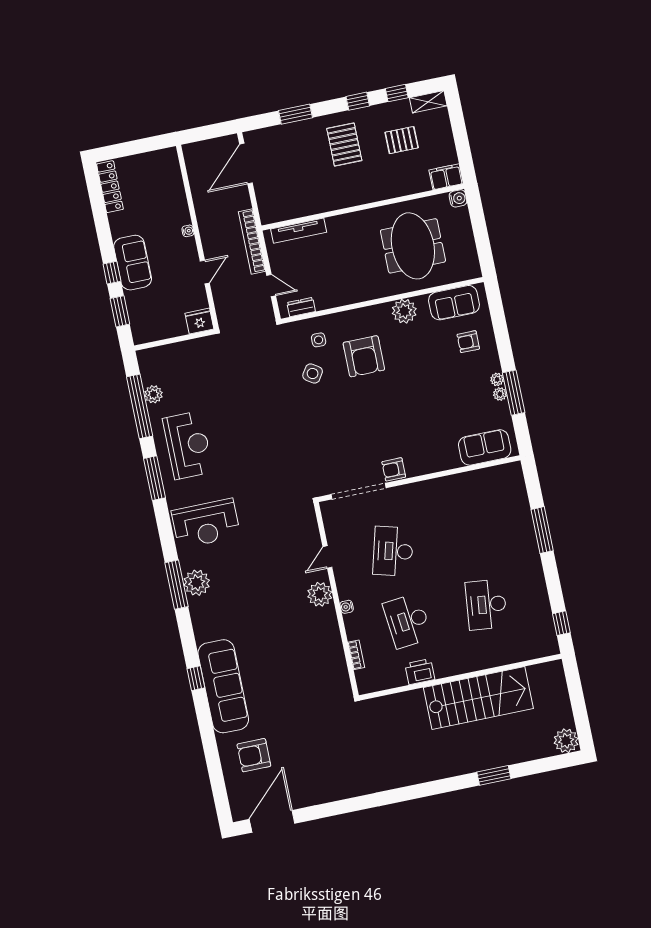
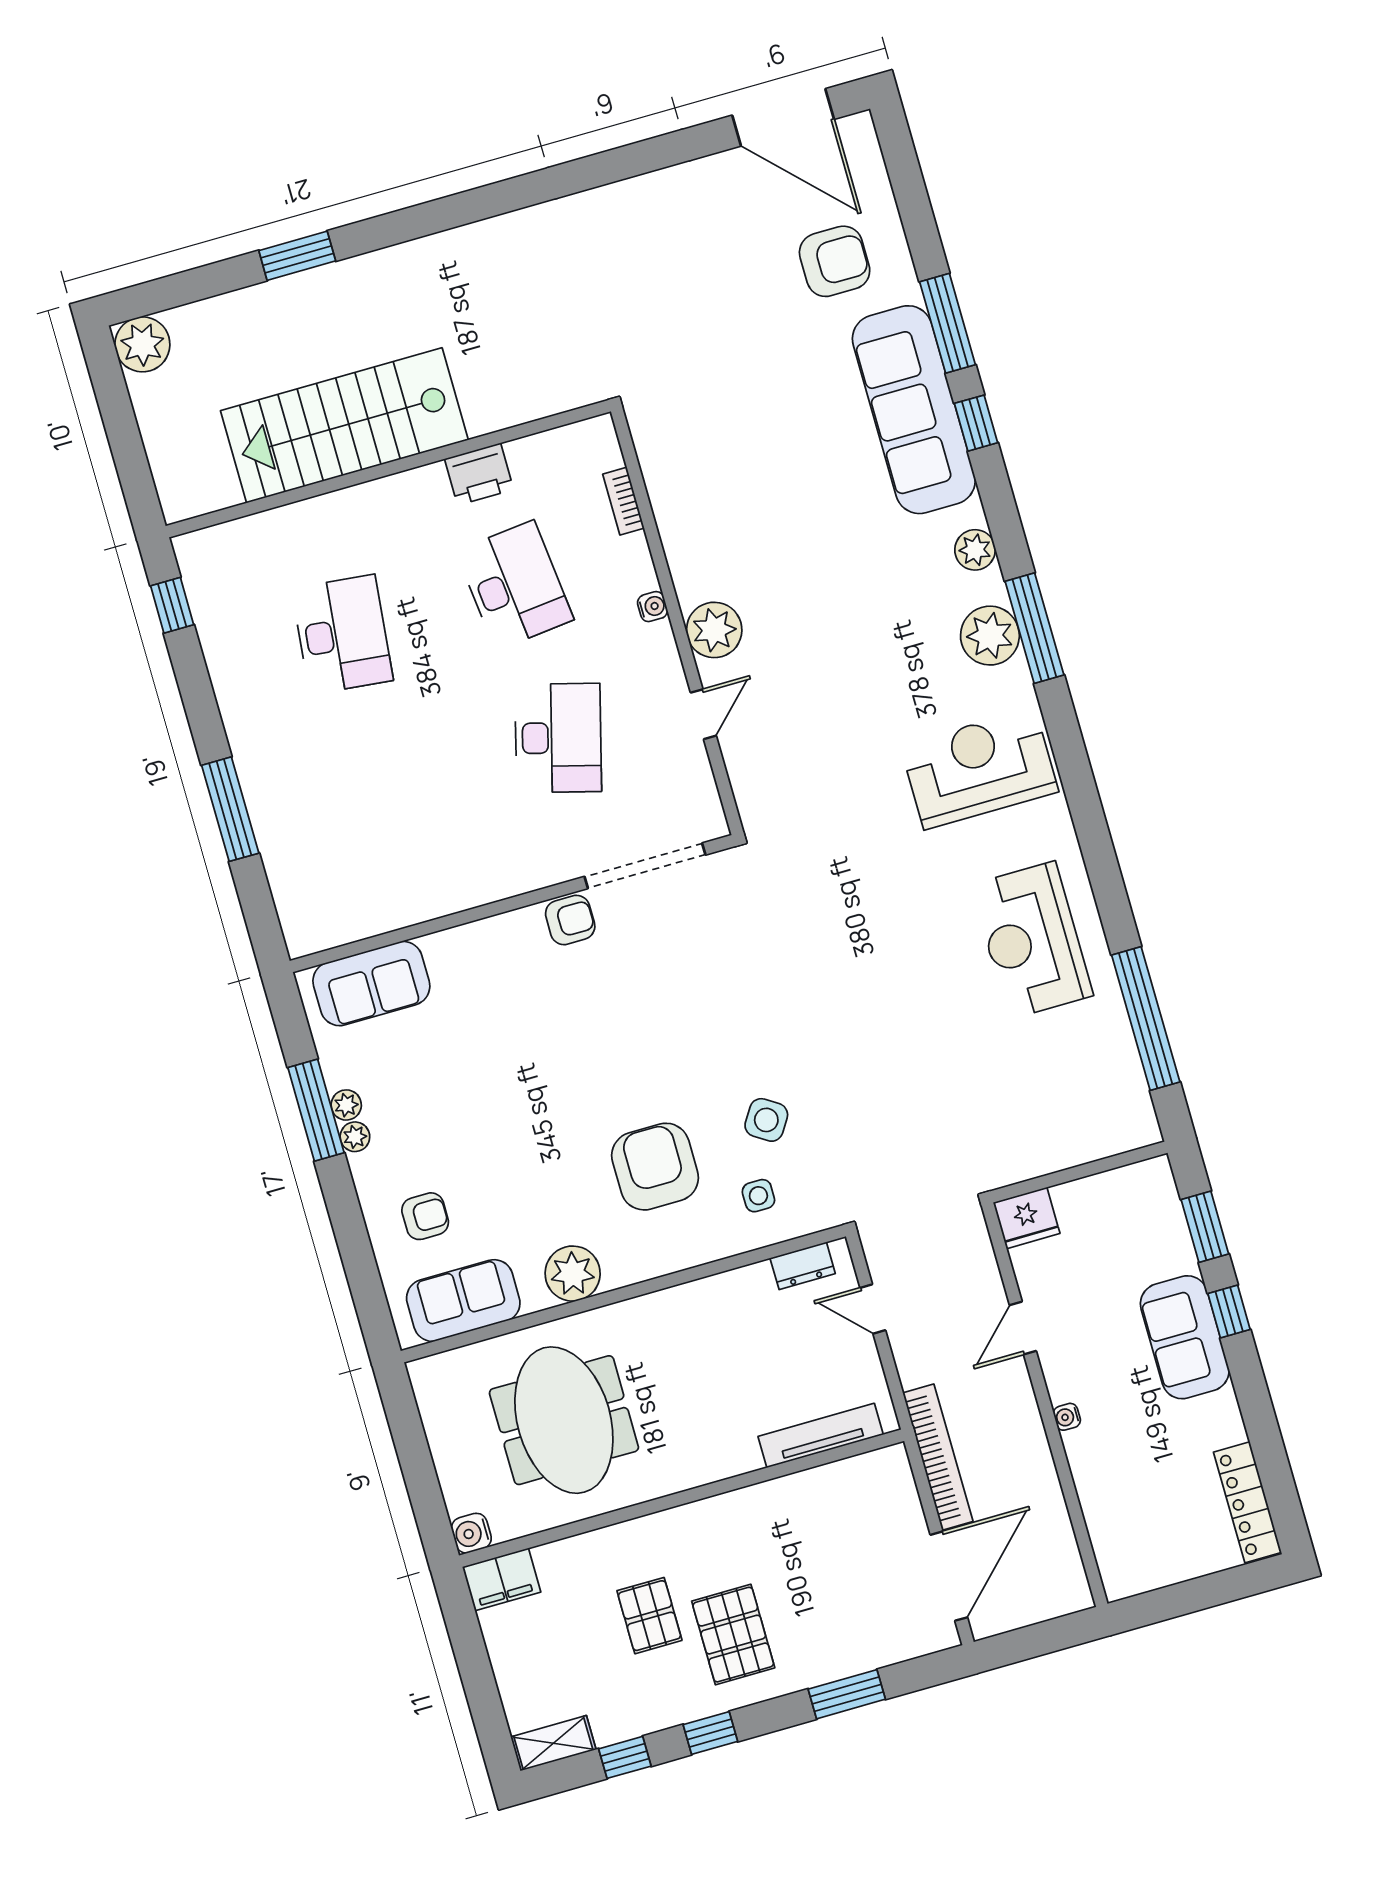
pallet: (402, 140) -> (649, 1616), moved, turned 90
bookcase: (252, 241) -> (938, 1457), moved
plant: (153, 394) -> (975, 550), moved
window: (154, 478) -> (948, 323), moved
door: (272, 821) -> (783, 117), hinge flipped

